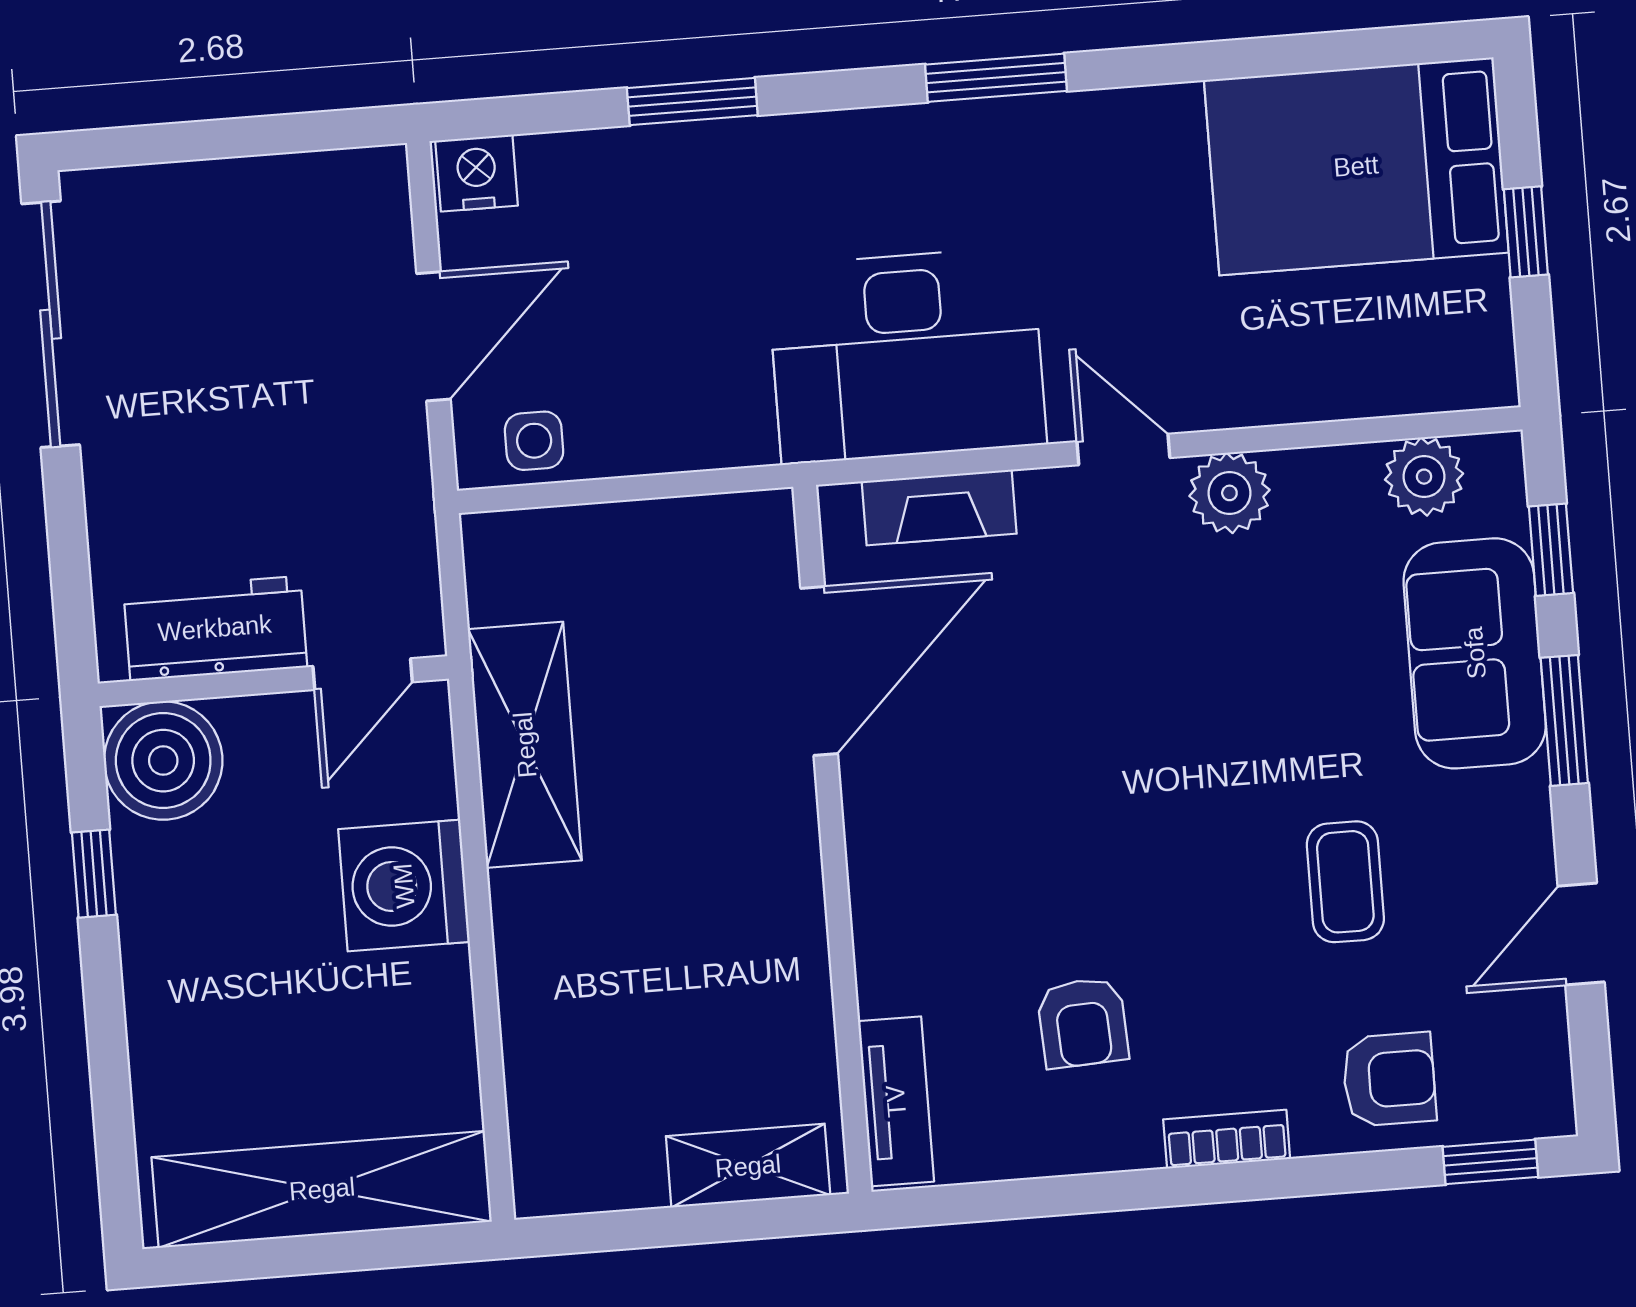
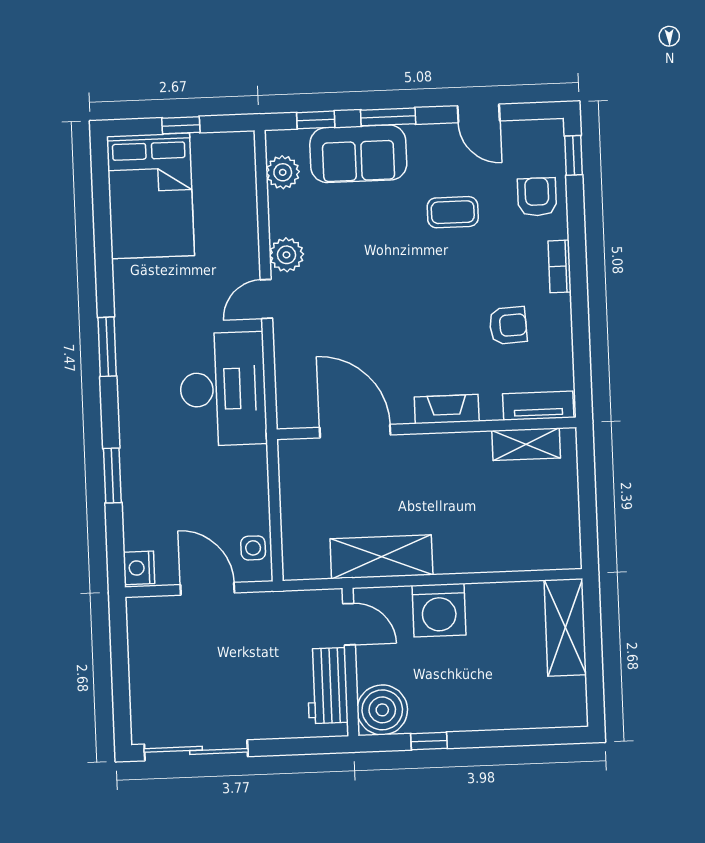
fireplace: (939, 508) -> (447, 409), moved, turned -90
shelving: (748, 1166) -> (526, 444), moved, turned 90
shelving: (322, 1189) -> (565, 627), width x0.68

